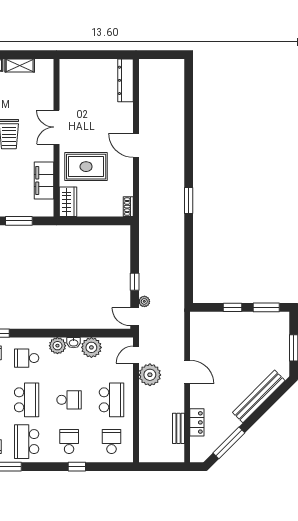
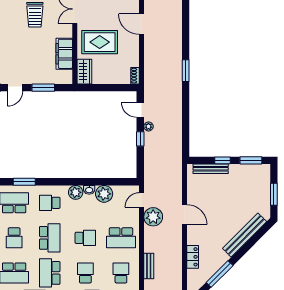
plant: (144, 301) -> (148, 126), moved
door: (135, 317) -> (140, 110), moved
bench: (218, 318) -> (211, 169), added
school desk: (111, 400) -> (121, 238), turned 90
bench: (178, 428) -> (149, 266), moved

